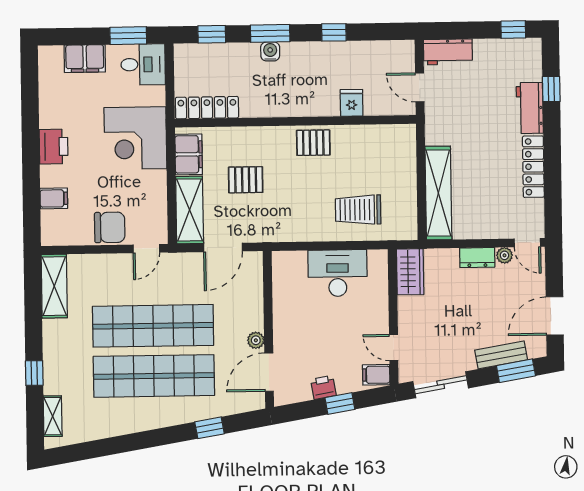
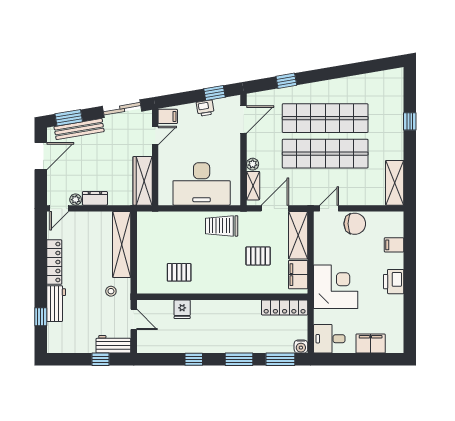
window: (513, 30) -> (100, 359), moved
window: (212, 34) -> (280, 359), width x1.50
window: (128, 36) -> (339, 359), removed
water cooler: (270, 51) -> (301, 347), moved
stool: (452, 127) -> (111, 291), added
pallet: (313, 143) -> (179, 272), moved
trolley: (358, 210) -> (222, 226), moved, turned 180
chair: (110, 227) -> (355, 224), turned 180
door: (527, 243) -> (59, 208), swing flipped
wardrobe: (410, 272) -> (143, 181), width x1.50
desk: (338, 273) -> (202, 184), width x1.36, depth x1.30
plant: (256, 340) -> (253, 164), moved
door: (394, 347) -> (155, 136), hinge flipped
bench: (501, 355) -> (79, 129), width x1.36
window: (340, 403) -> (215, 93), moved
shelving: (53, 416) -> (253, 186), moved

